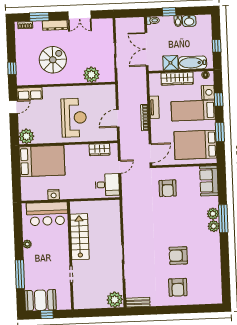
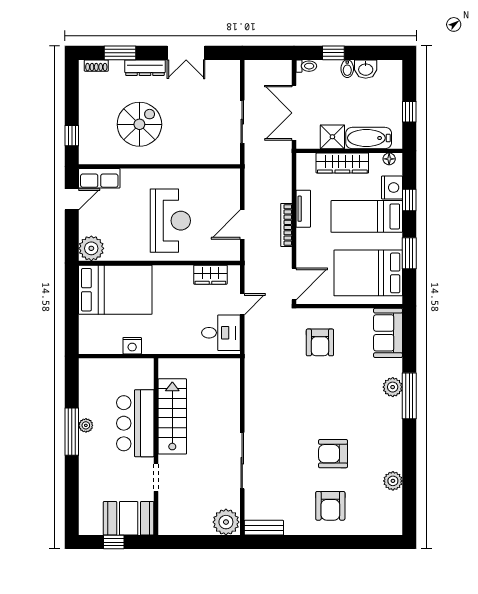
plant: (91, 75) -> (202, 151), removed
bar counter: (47, 214) -> (135, 423), moved, turned 90
plant: (214, 226) -> (393, 481), moved
window: (20, 274) -> (72, 432), moved
booth: (40, 300) -> (129, 518), moved

